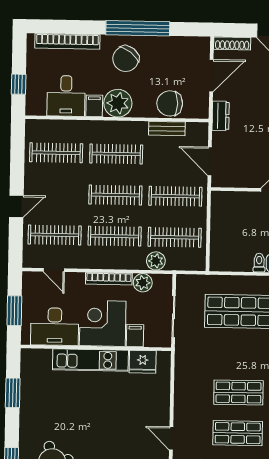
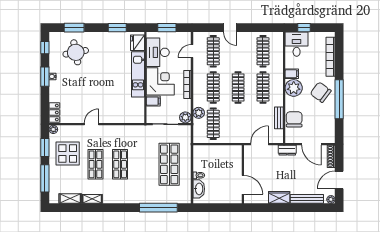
desk: (66, 96) -> (297, 44), moved, turned 90
clothes rail: (175, 196) -> (238, 124), removed
plant: (143, 283) -> (185, 117), moved
fridge: (143, 362) -> (138, 43), moved

